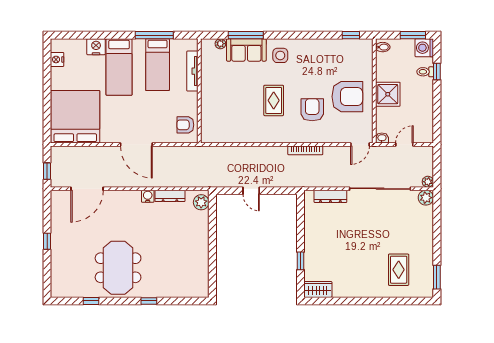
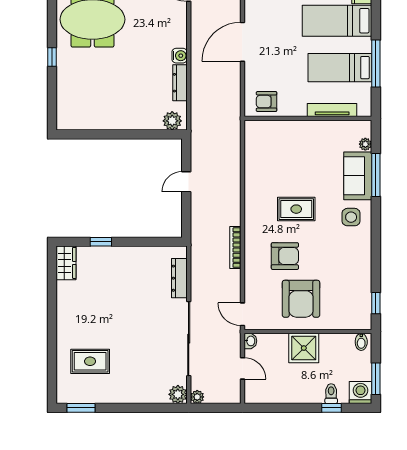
armchair: (185, 125) -> (267, 102), turned -90

